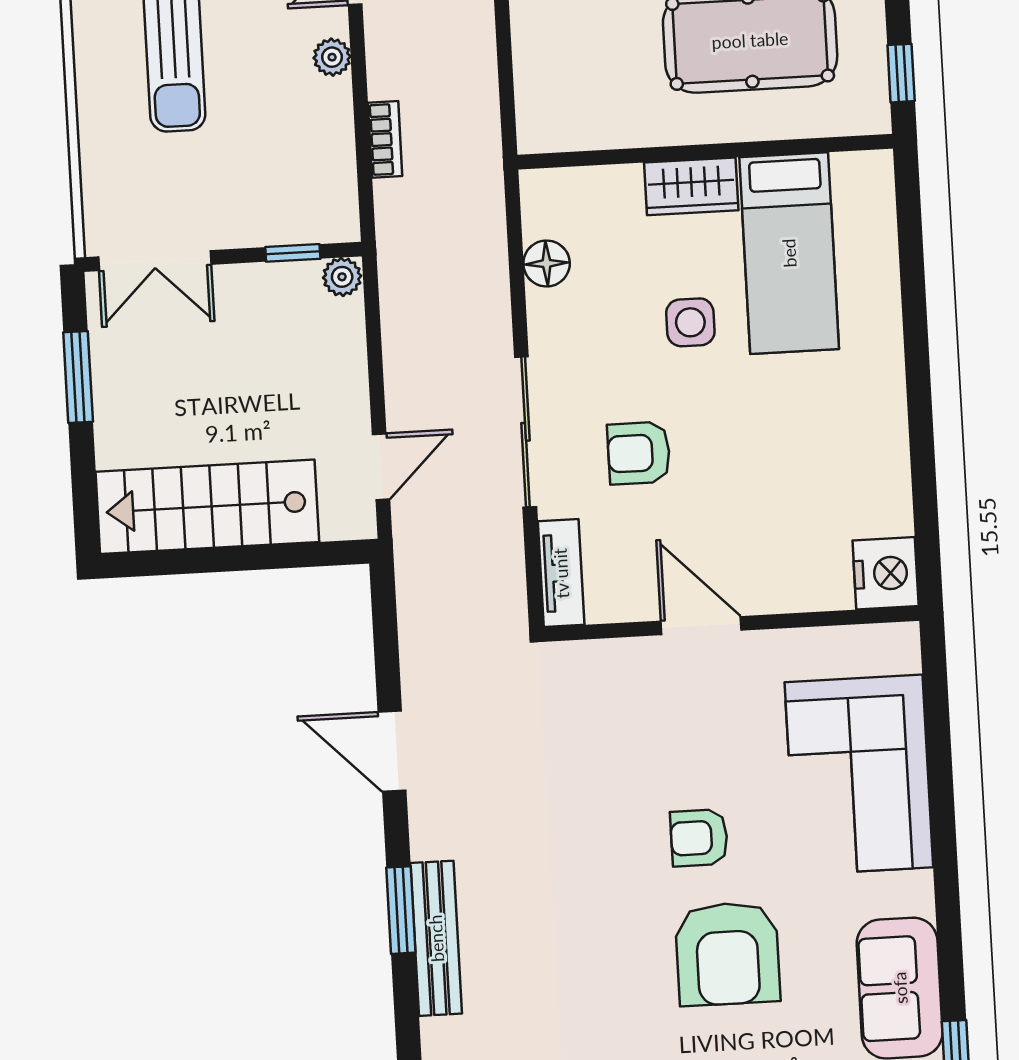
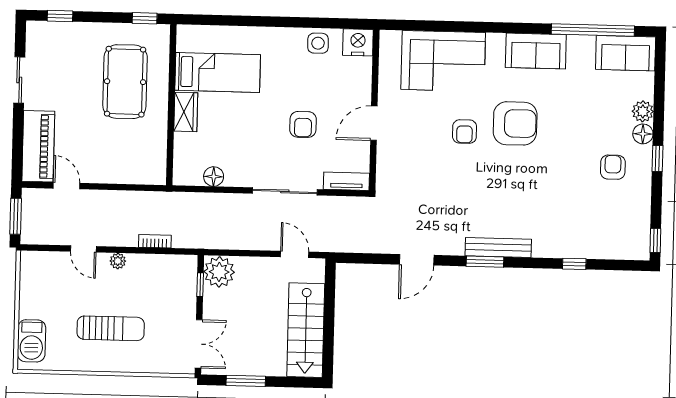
plant: (342, 277) -> (219, 272), width x1.87, depth x1.87
side table: (690, 322) -> (318, 43), moved
armchair: (639, 453) -> (303, 124), moved

